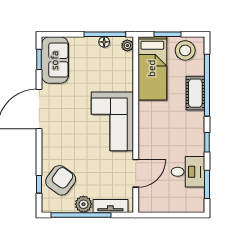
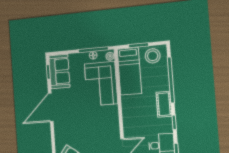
cot: (195, 93) -> (164, 104), moved
corner sofa: (112, 121) -> (101, 84), moved

